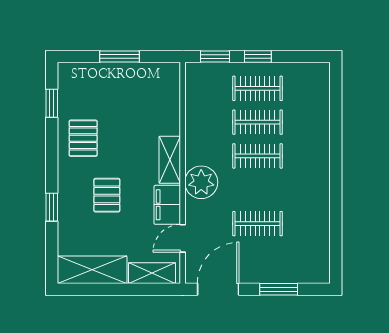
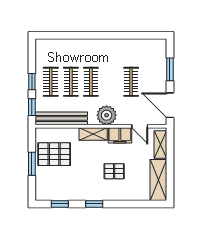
bench: (196, 106) -> (61, 118), added
pallet: (83, 138) -> (54, 154), moved, width x1.50, depth x1.42
window: (52, 207) -> (94, 204), moved

